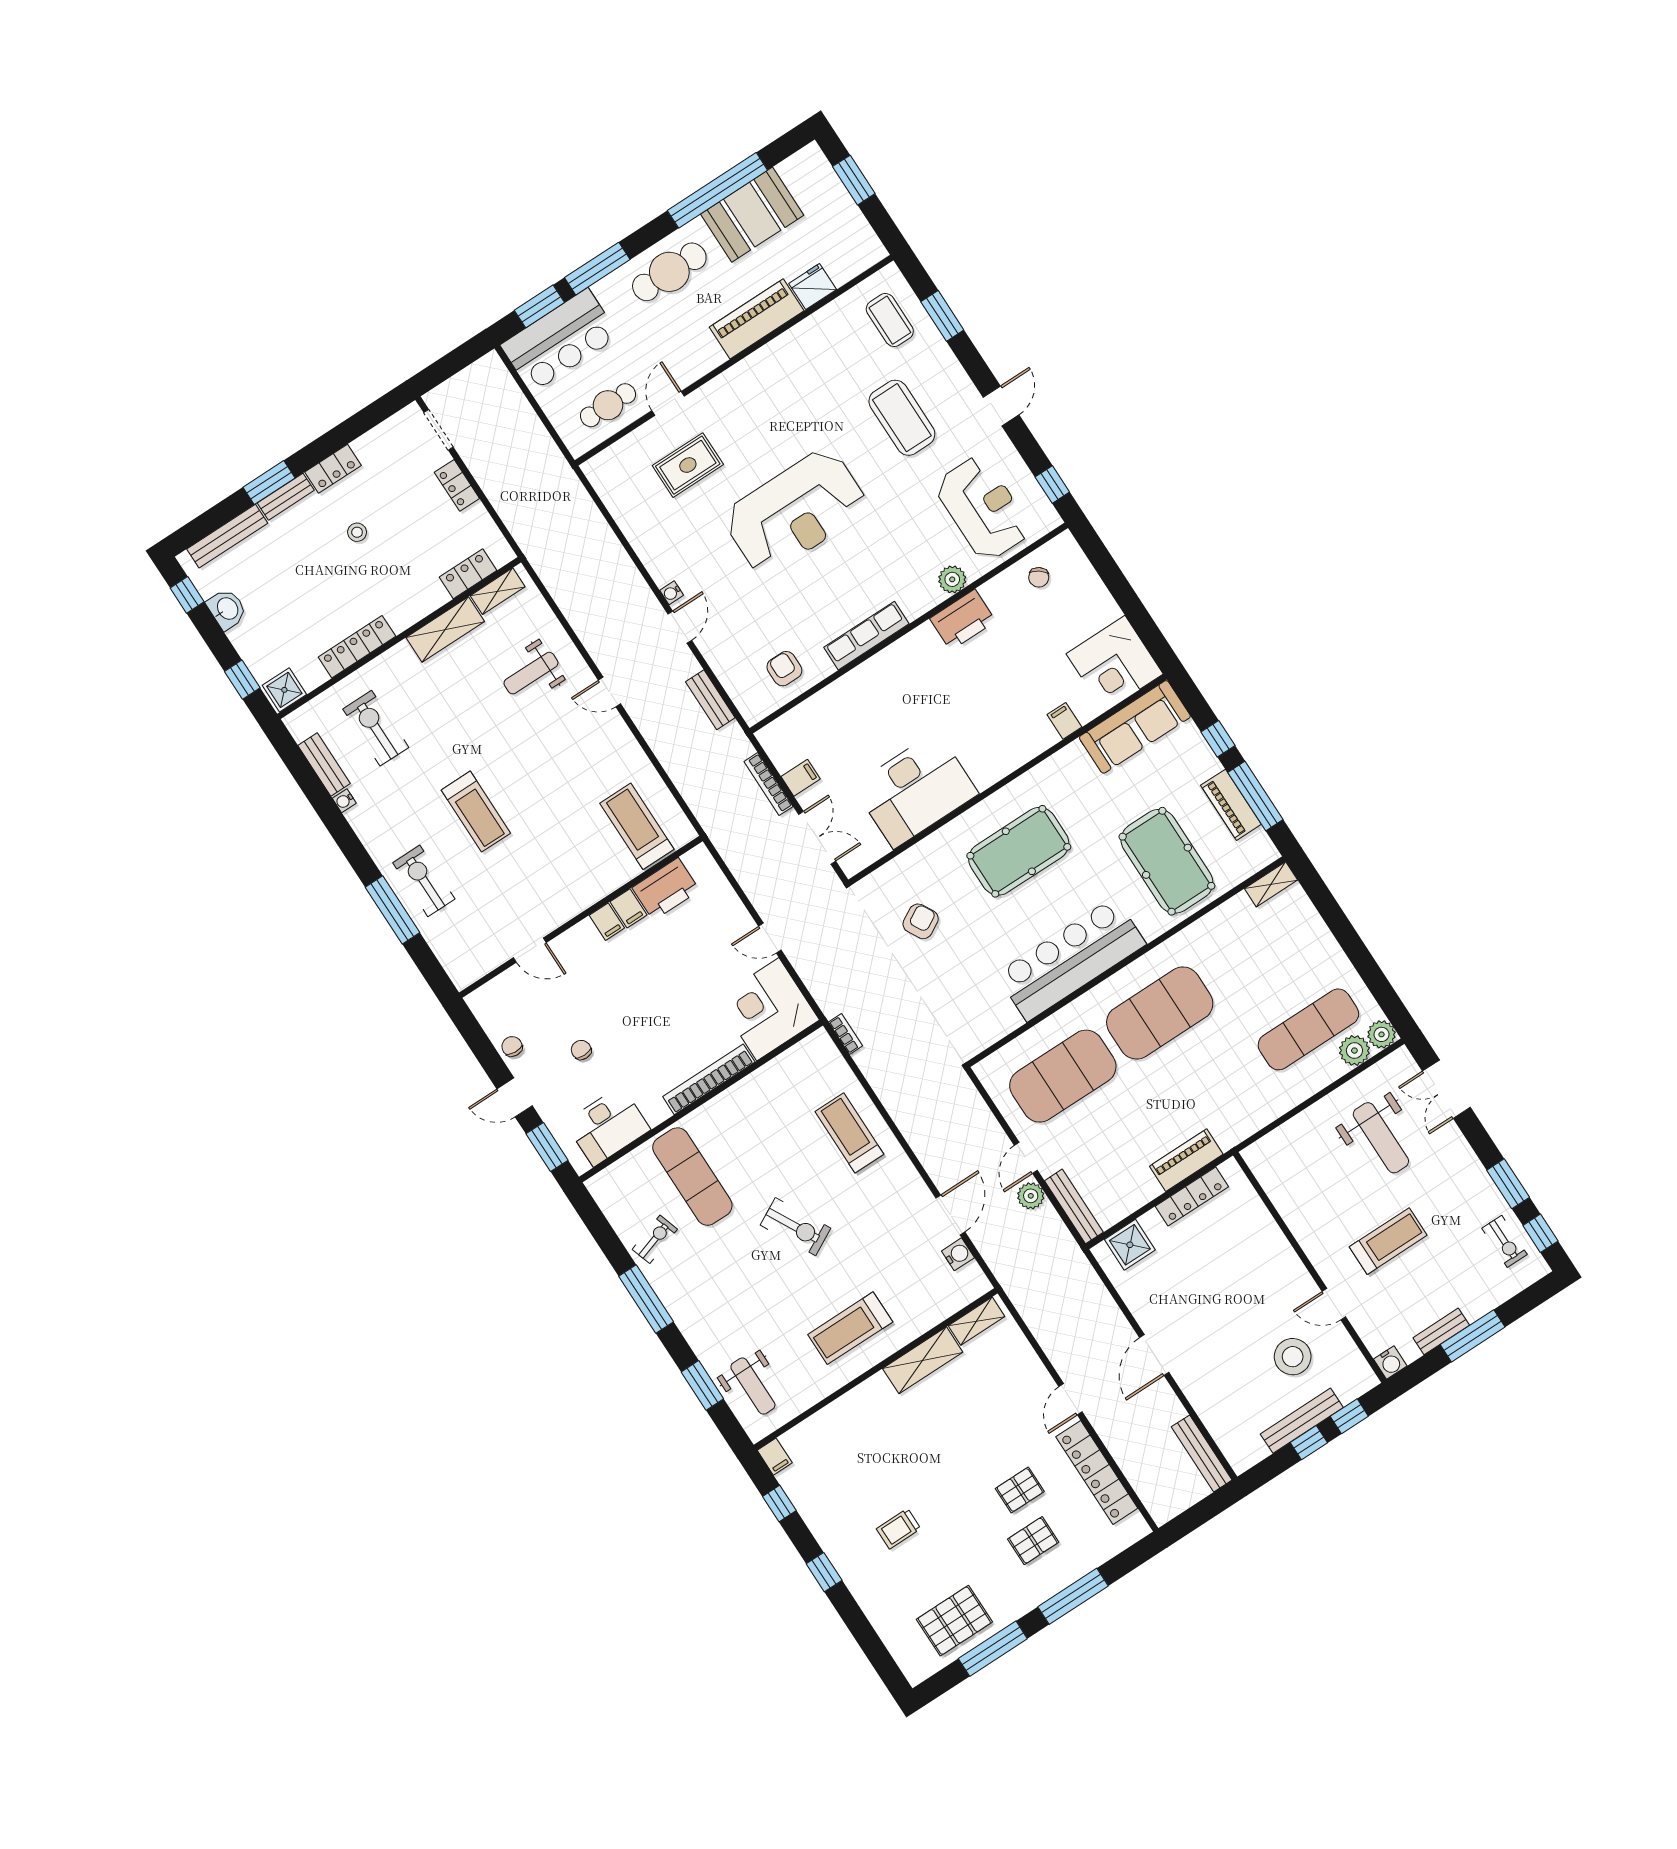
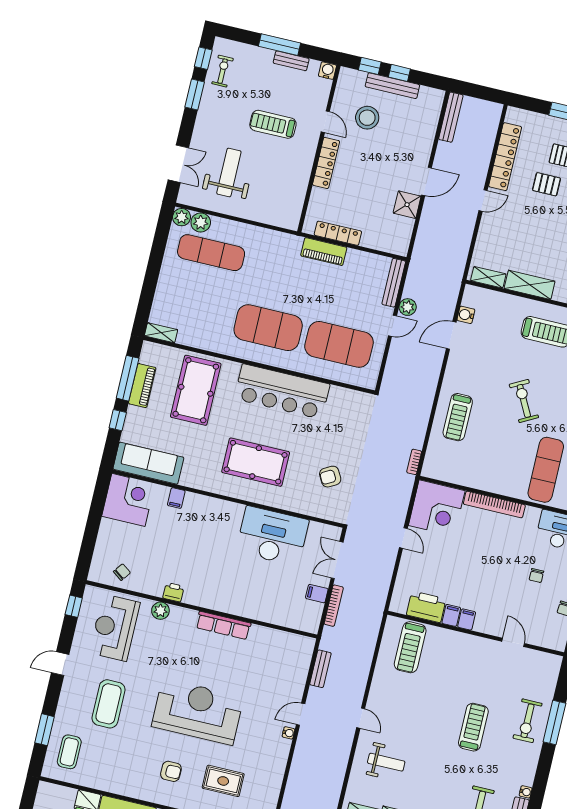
printer: (963, 620) -> (173, 592), width x0.53, depth x0.68
armchair: (784, 669) -> (171, 771), moved, turned -90
shower: (1130, 1245) -> (407, 205), moved
locker: (1286, 1260) -> (326, 163), added

